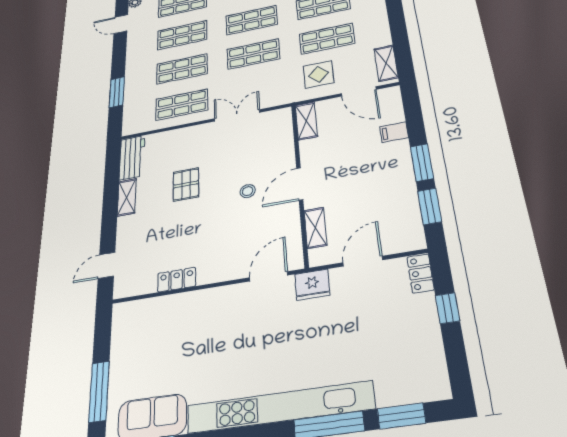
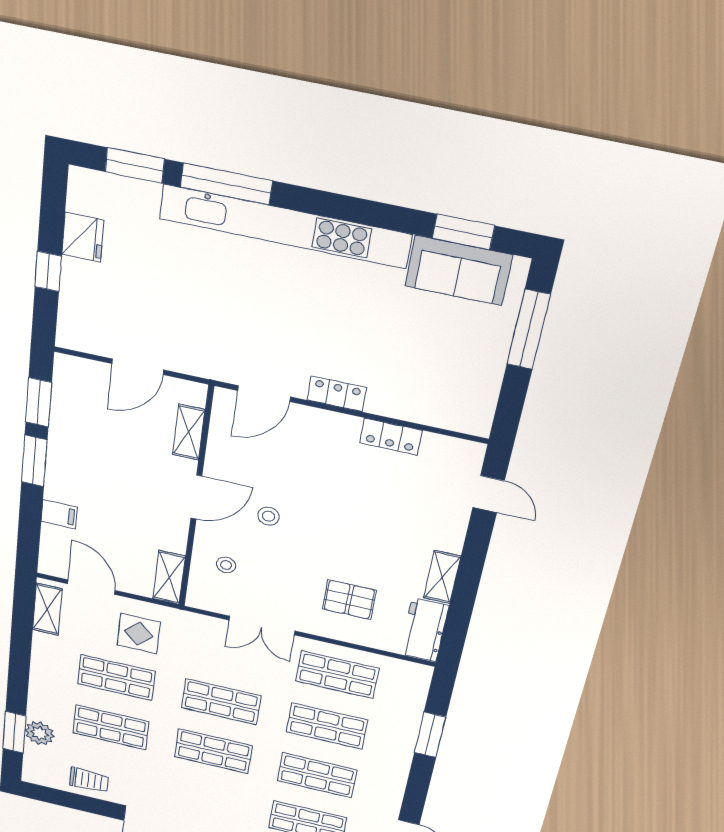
stool: (269, 146) -> (226, 565), added
pallet: (186, 184) -> (349, 600), moved, turned 90
door: (107, 265) -> (489, 494), hinge flipped
locker: (420, 273) -> (337, 394), moved, turned -90
fridge: (312, 285) -> (83, 237), moved, turned 90

